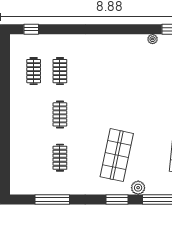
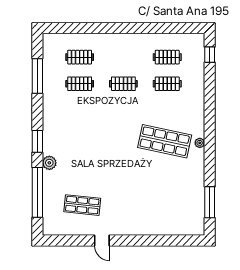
plant: (153, 39) -> (200, 143), moved
shop shelf: (117, 155) -> (165, 141), moved
clothes rail: (34, 158) -> (80, 57), added

